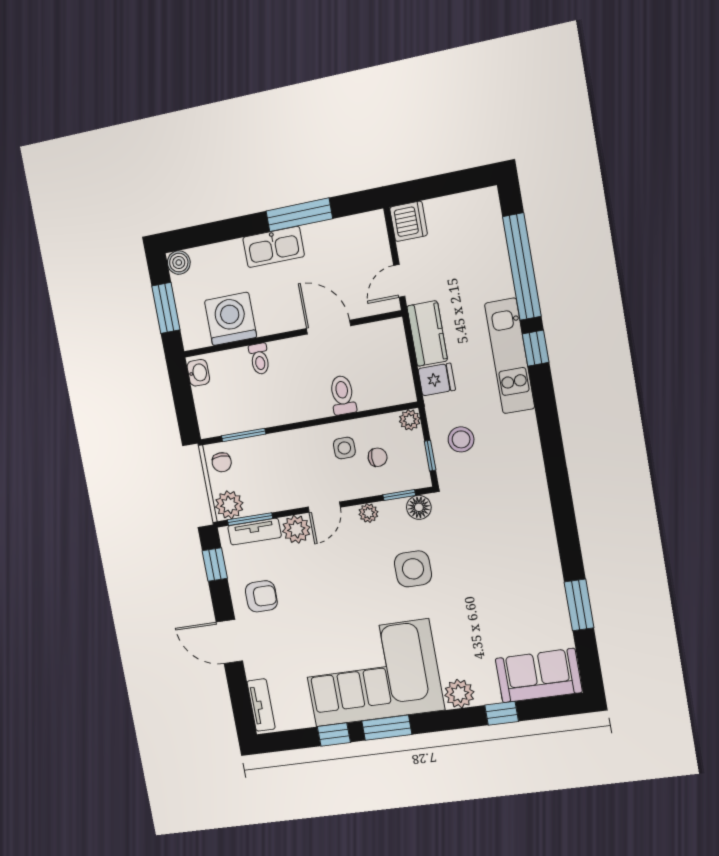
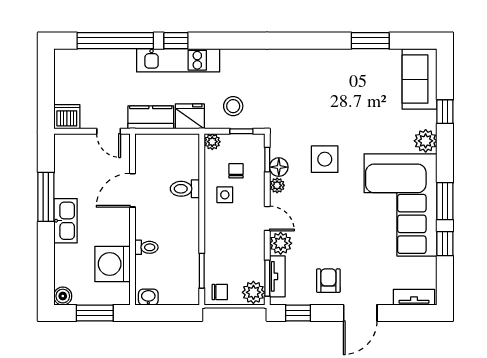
fridge: (437, 379) -> (190, 116), width x1.38
floor lamp: (419, 507) -> (279, 167), moved

